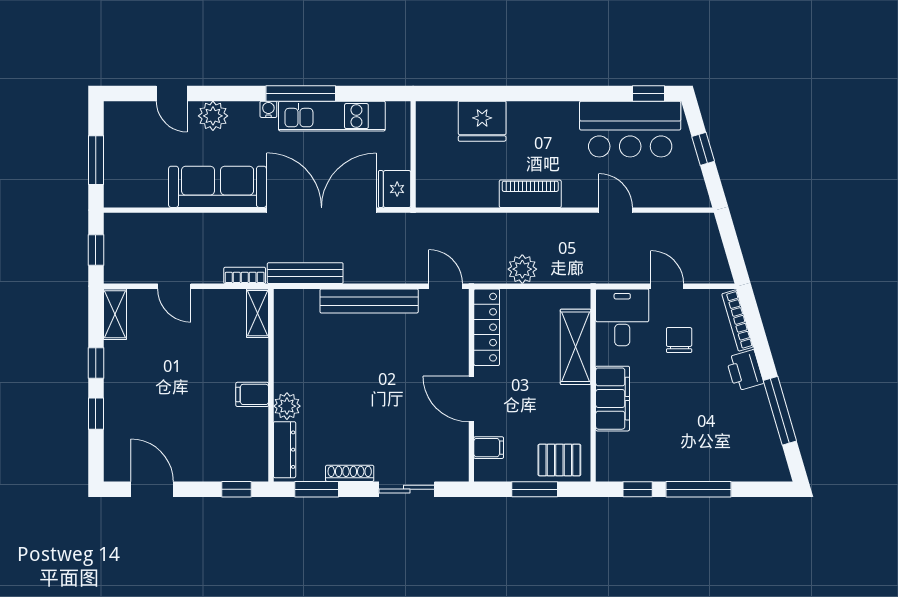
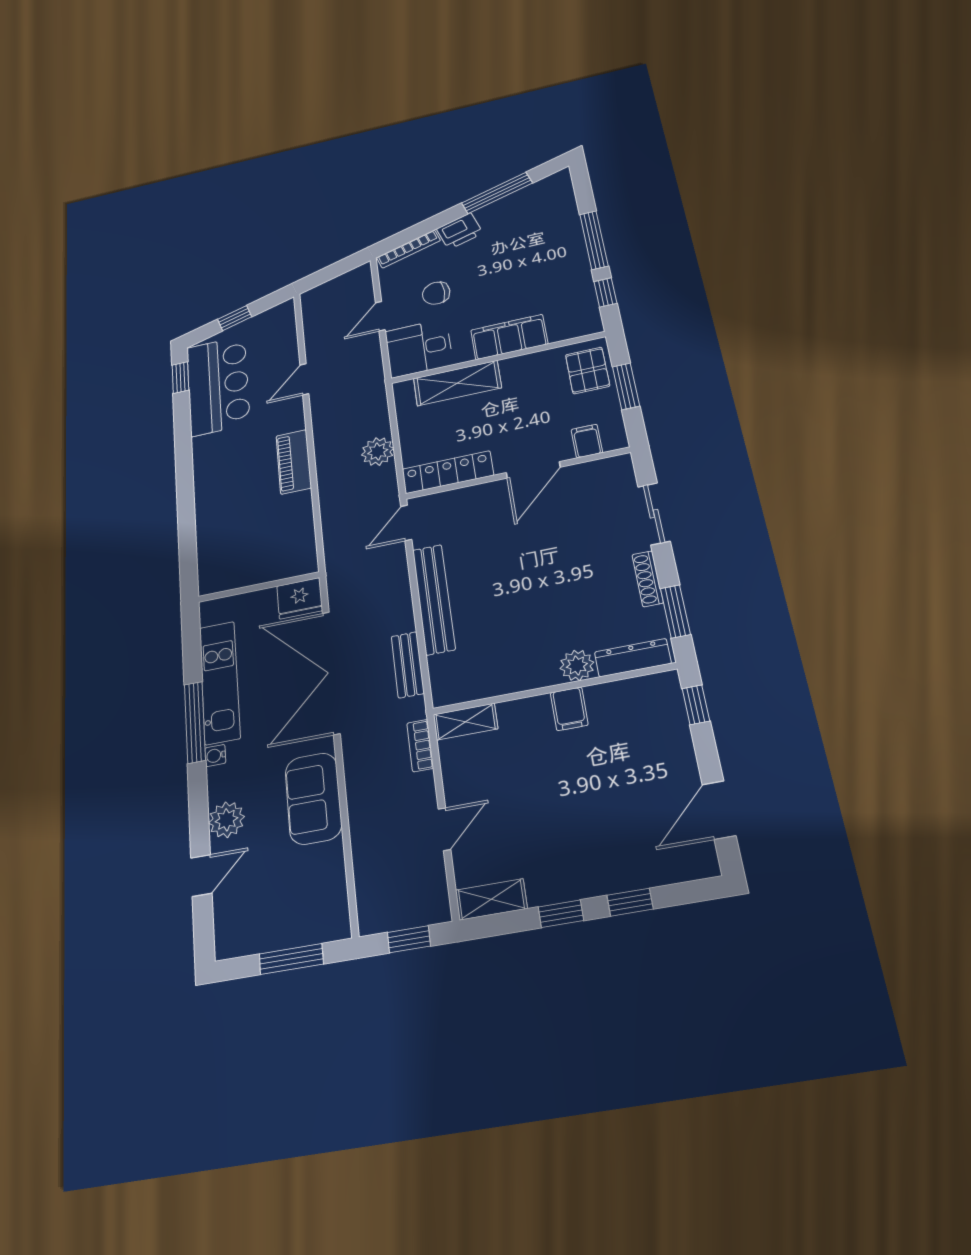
fridge: (482, 121) -> (217, 525), removed
sofa: (218, 187) -> (313, 798), width x0.73
bench: (305, 273) -> (408, 665), width x0.73

